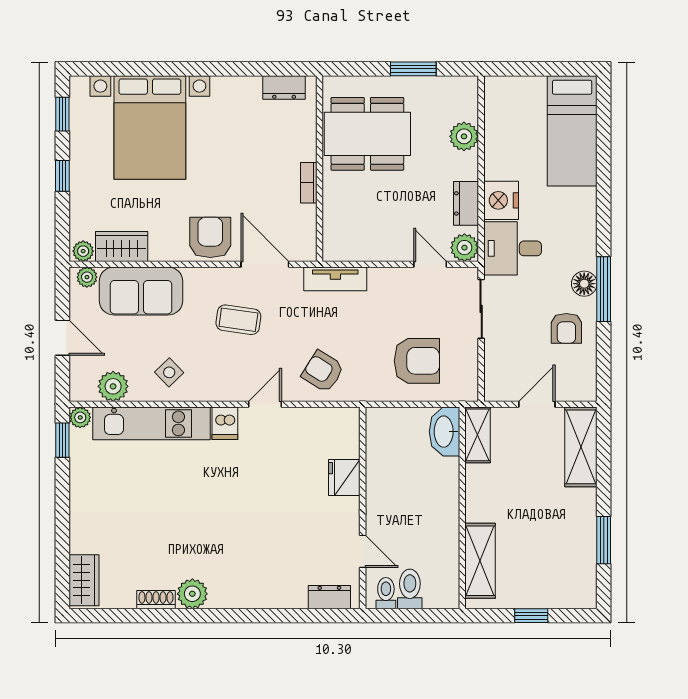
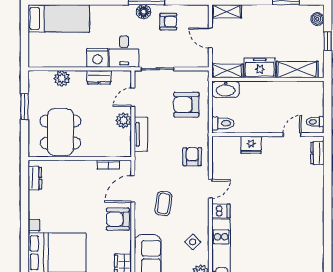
bookcase: (309, 183) -> (108, 165), moved
plant: (464, 248) -> (124, 120), moved
tv unit: (335, 279) -> (141, 134), moved
armchair: (417, 361) -> (186, 105), turned -90
armchair: (323, 371) -> (192, 157), turned 148
door: (265, 404) -> (210, 189), swing flipped
shelving: (581, 447) -> (227, 11), width x0.67, depth x0.75
freezer: (483, 493) -> (260, 68), added
toilet: (410, 589) -> (223, 123), moved, turned 180
plant: (192, 594) -> (316, 229), removed
boiler: (571, 597) -> (317, 19), added
shoe rack: (156, 600) -> (319, 249), removed

